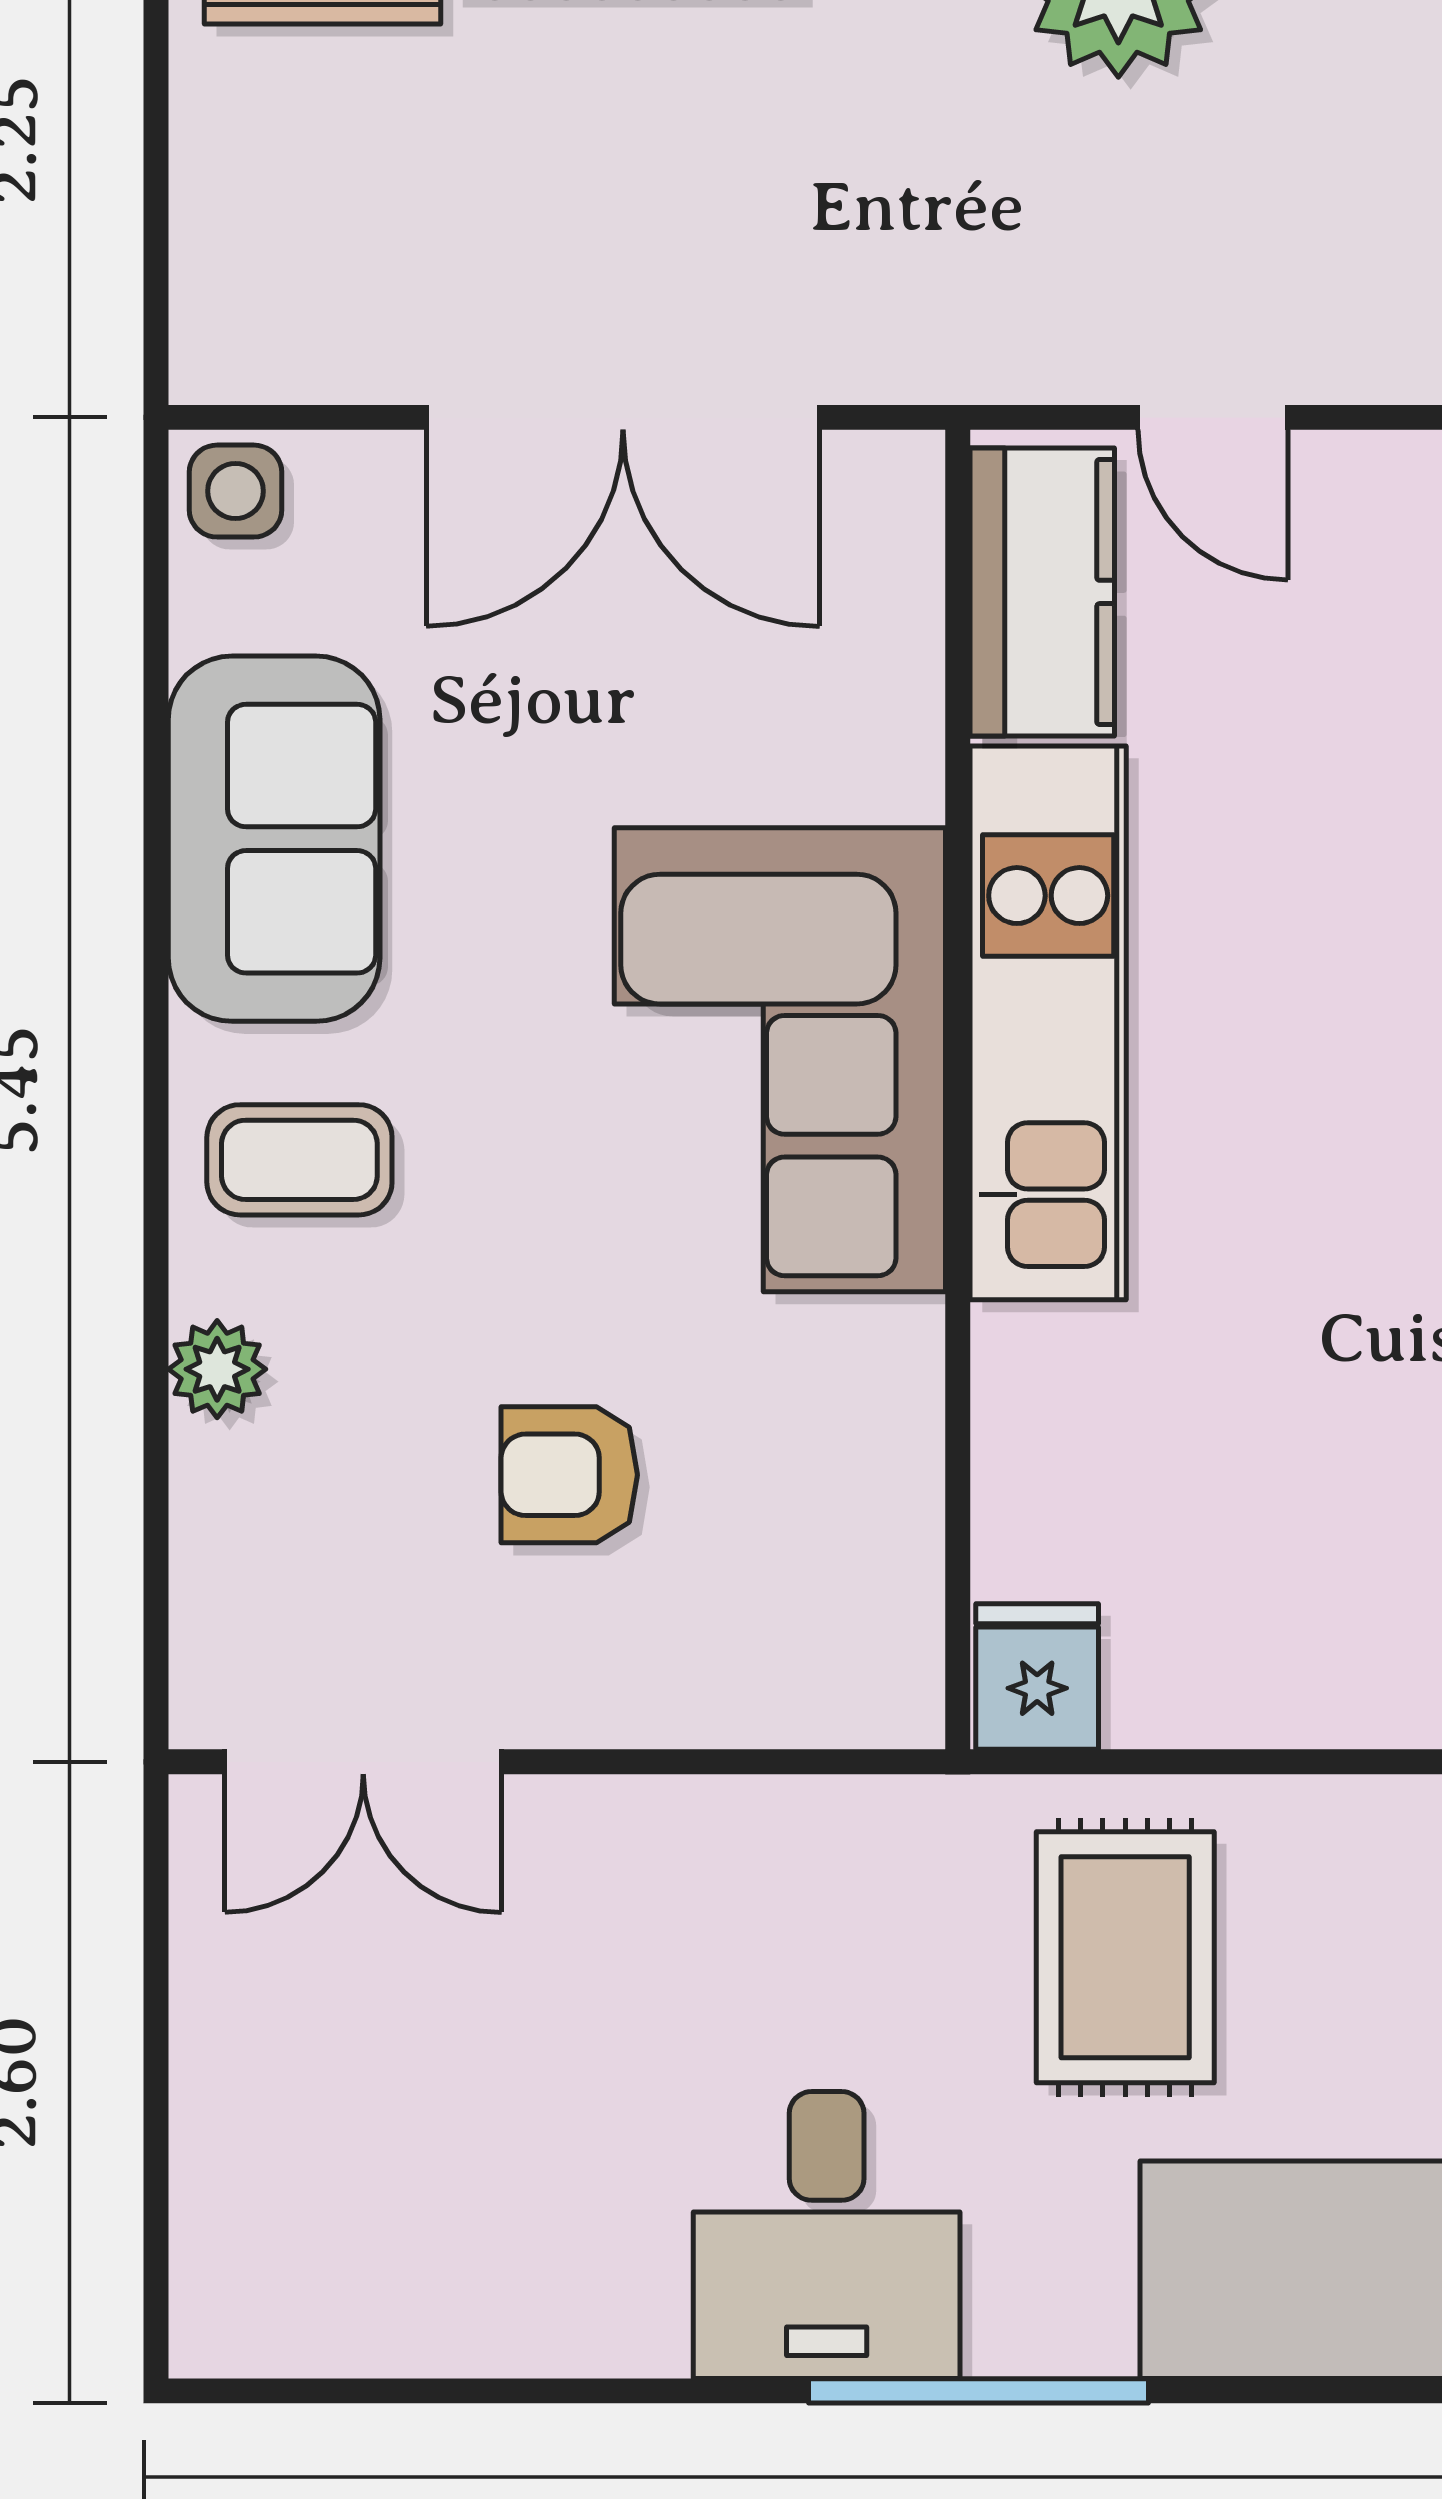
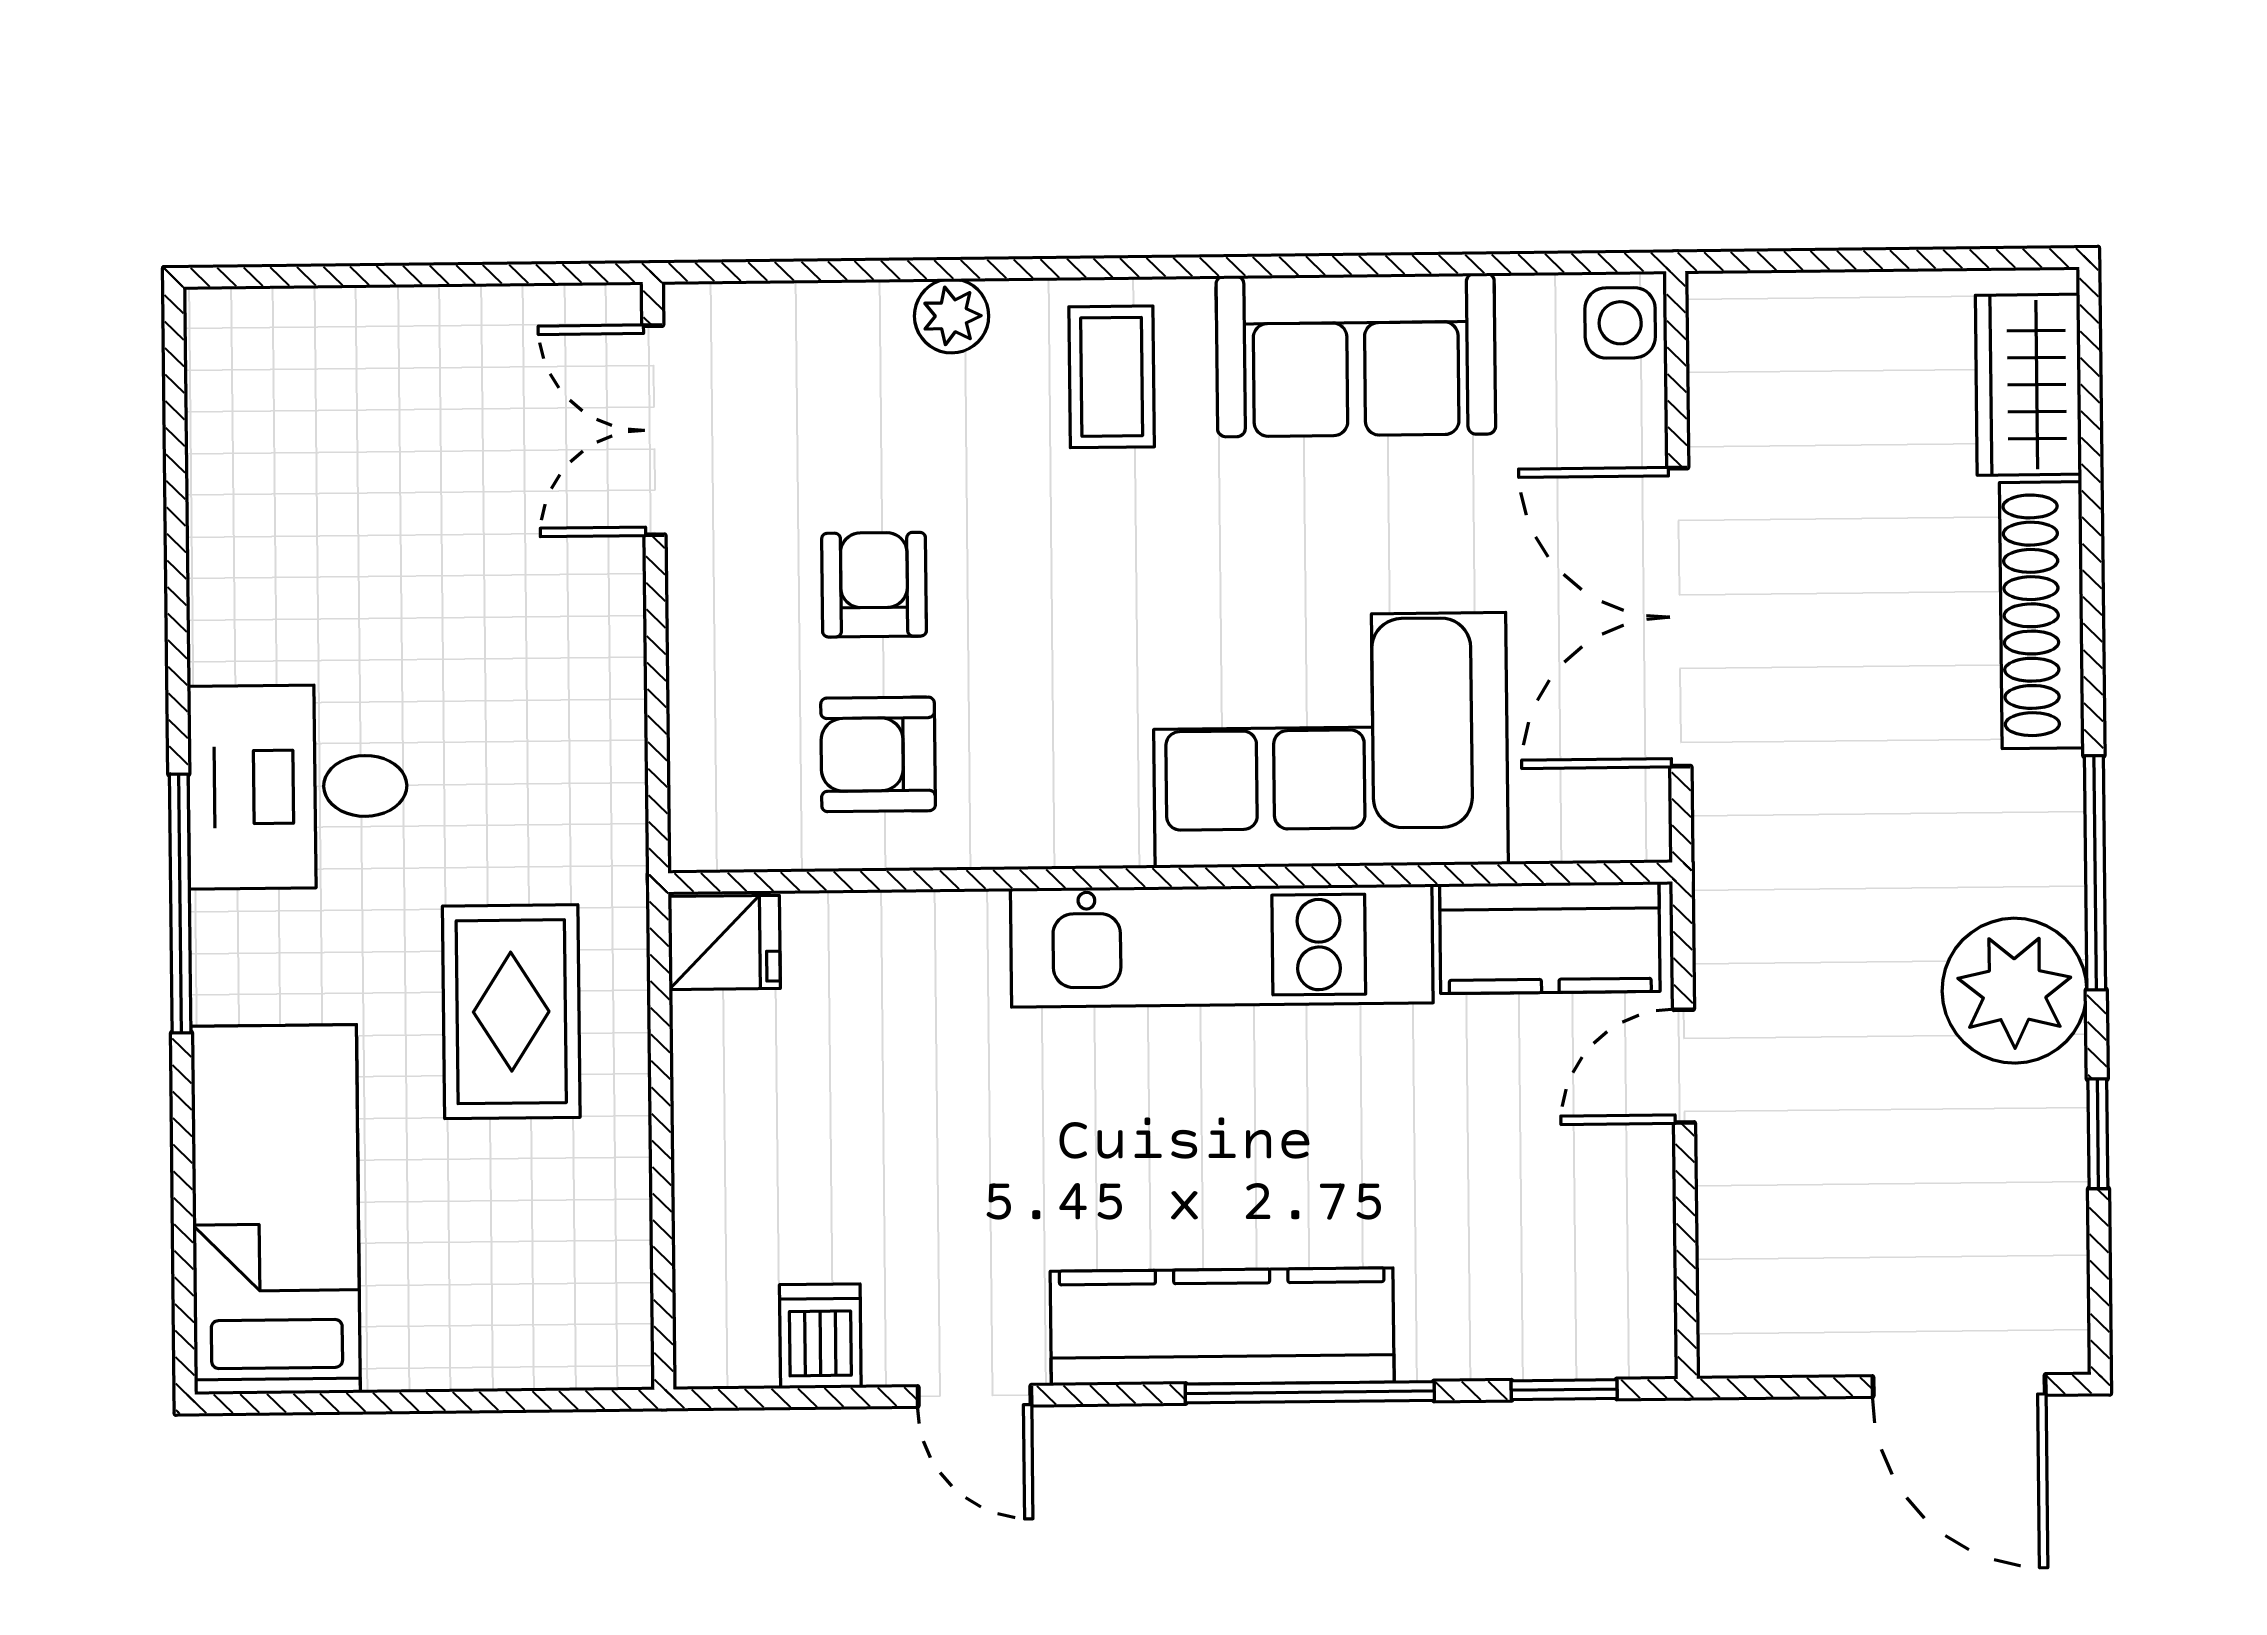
corner sofa: (780, 1060) -> (1330, 740), moved
armchair: (792, 1472) -> (878, 754), added
rug: (1125, 1957) -> (511, 1012), turned 90

